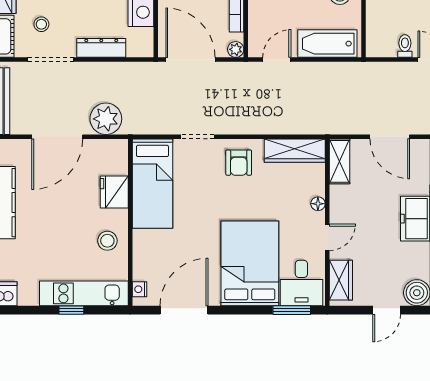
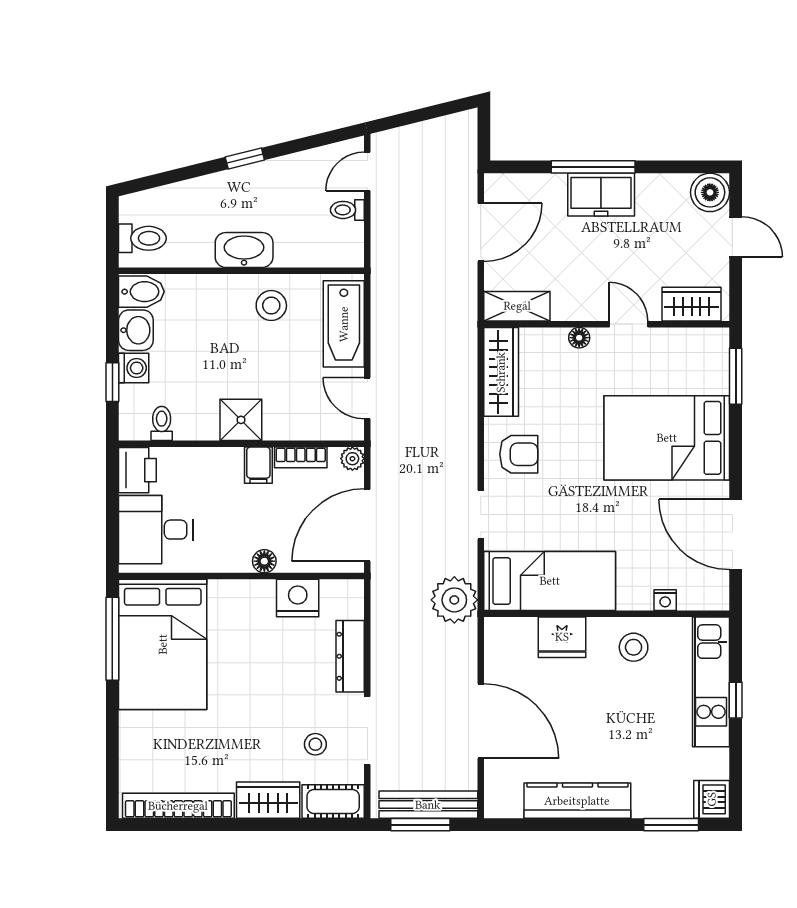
plant: (106, 119) -> (454, 600), moved
desk: (301, 283) -> (696, 362), removed
nightstand: (139, 289) -> (665, 600), moved

